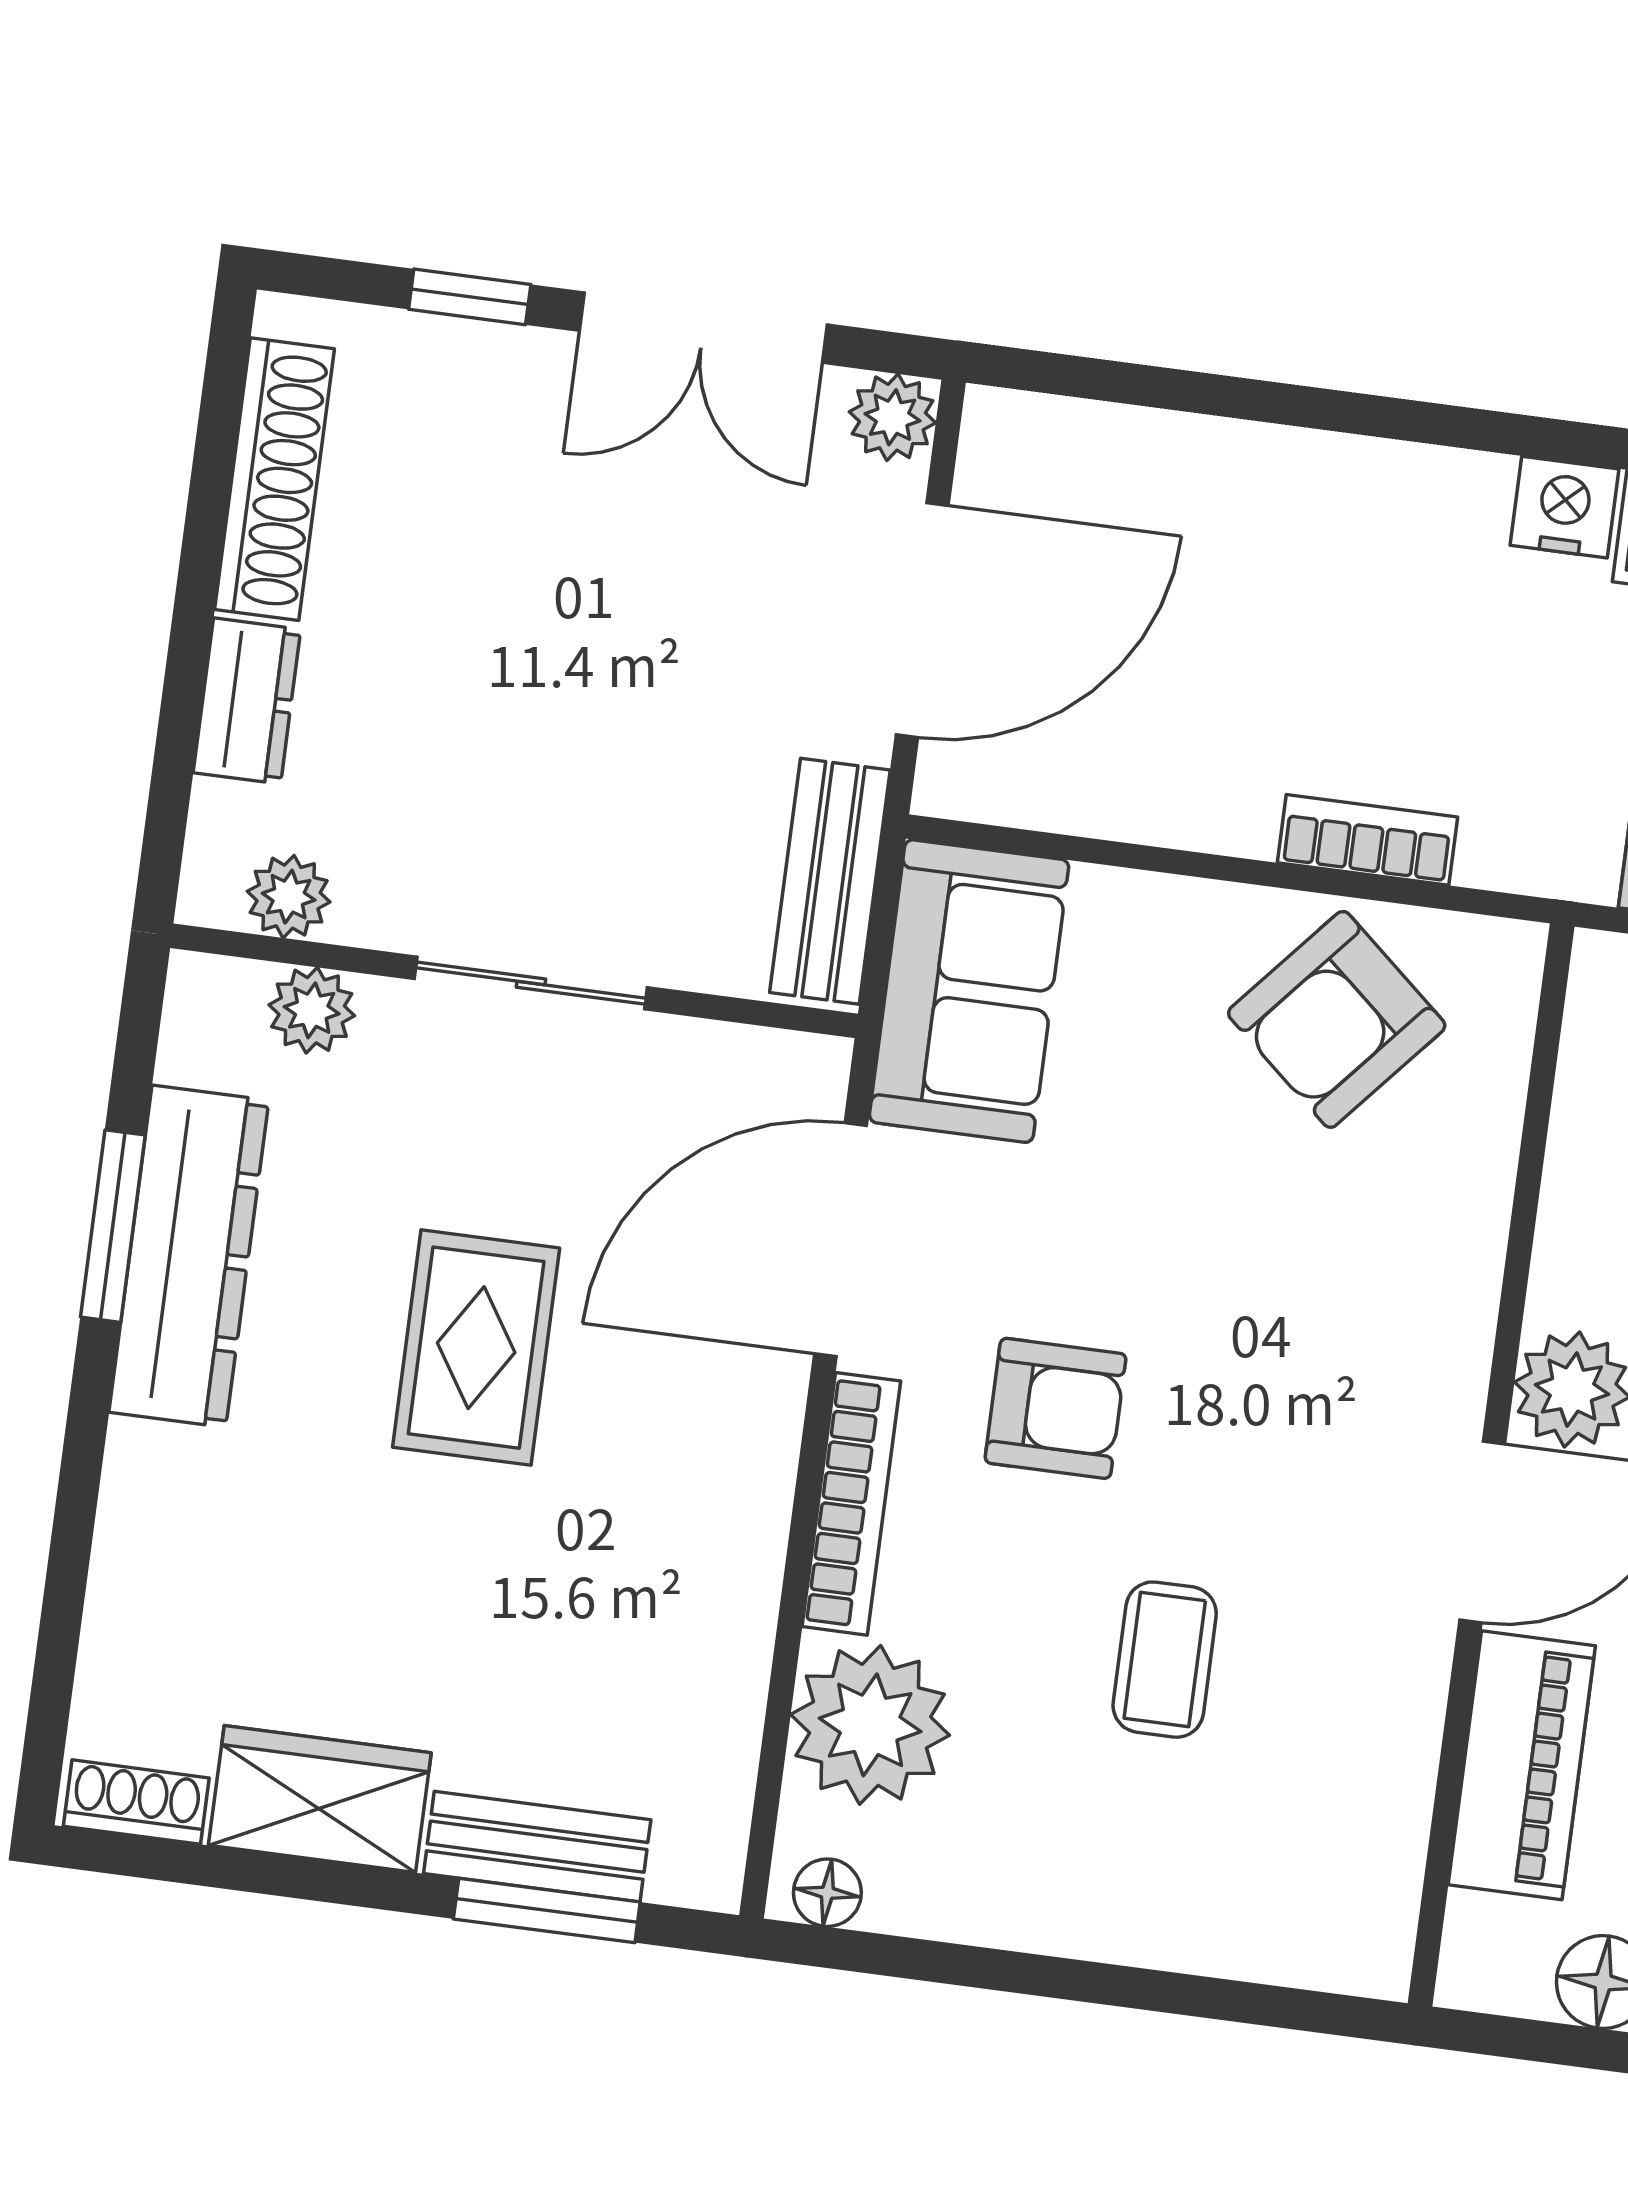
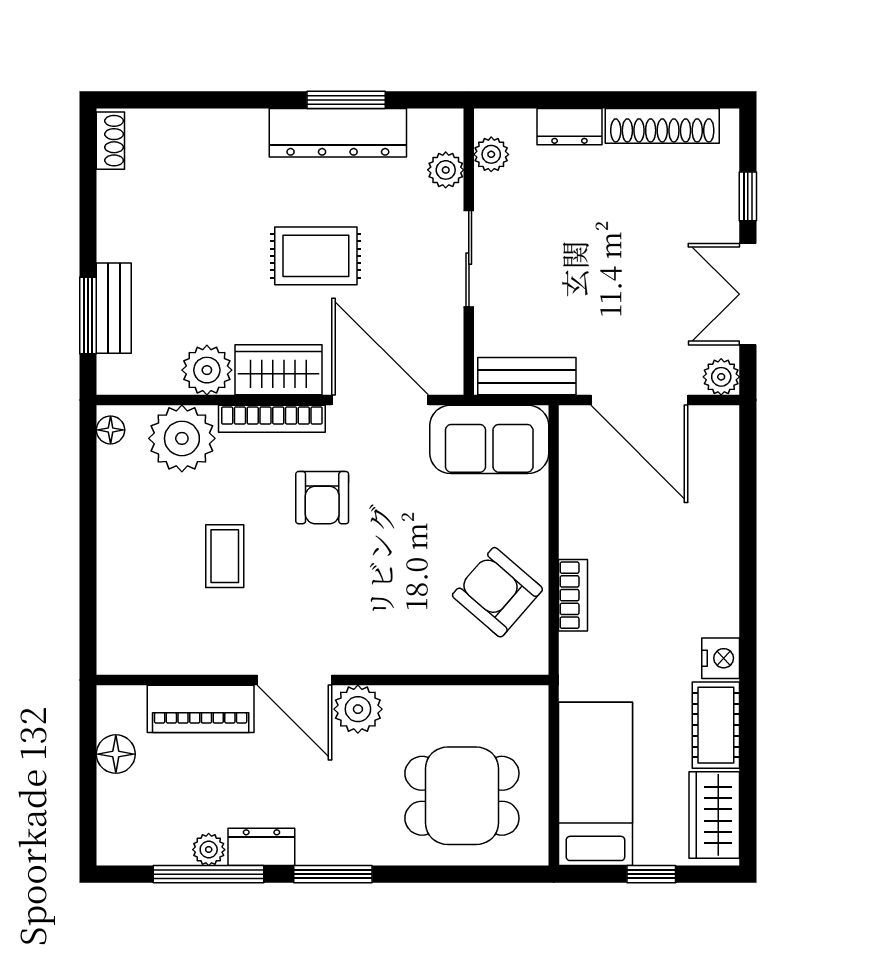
plant: (715, 1644) -> (207, 370), added
coffee table: (1165, 1660) -> (225, 556), turned 90
wardrobe: (320, 1799) -> (279, 370), moved, turned -90

